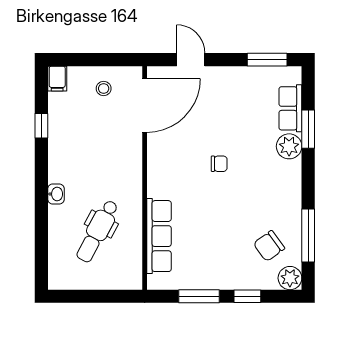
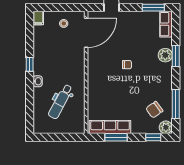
row of seats: (290, 108) -> (166, 24), moved
window: (41, 126) -> (30, 64), moved
window: (308, 129) -> (176, 56), moved
row of seats: (159, 236) -> (110, 127), moved, turned -90
window: (247, 296) -> (153, 137), moved

